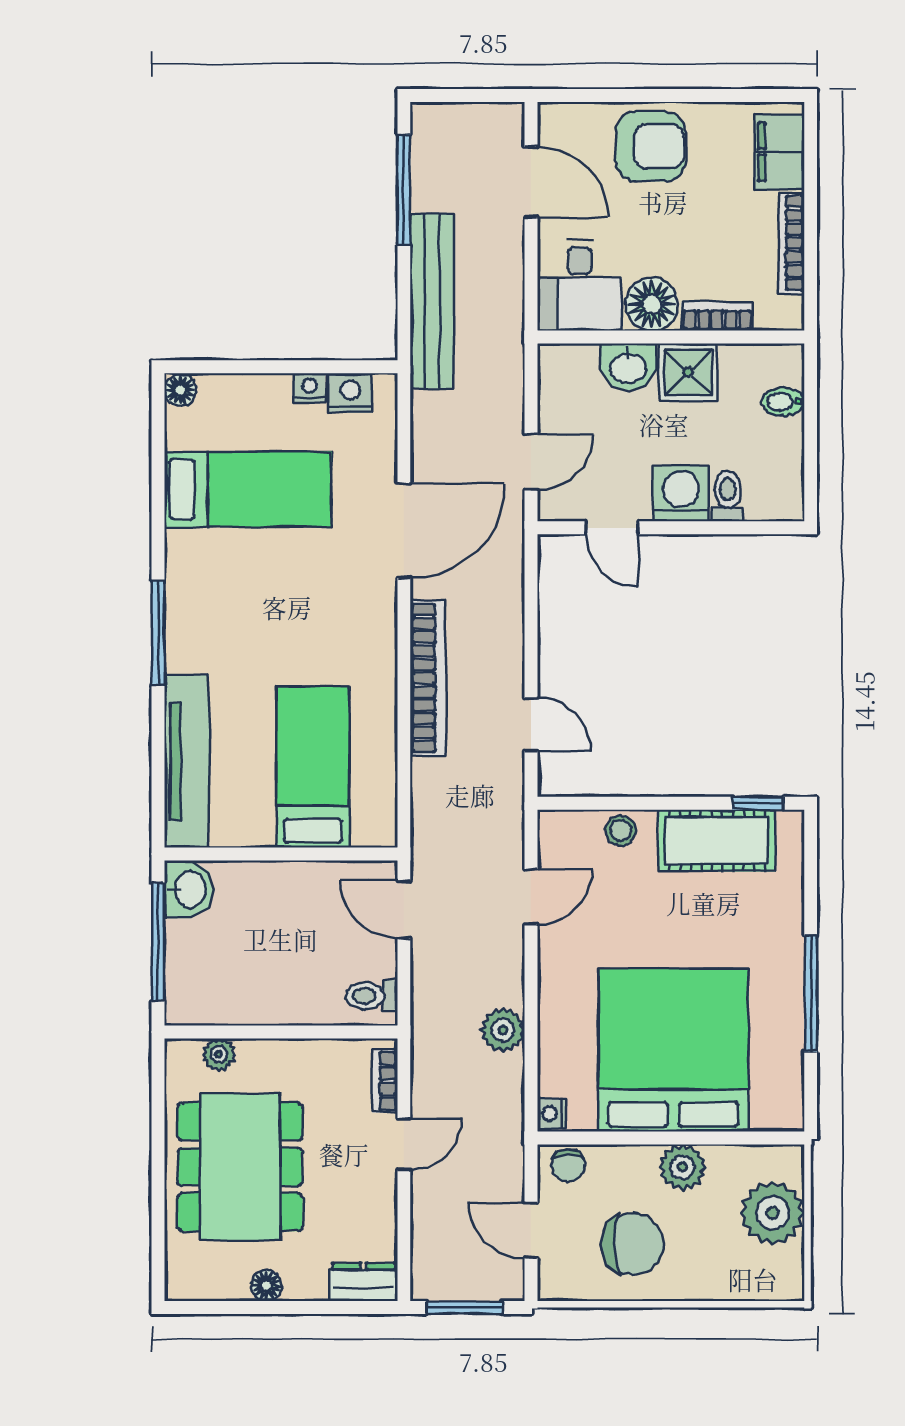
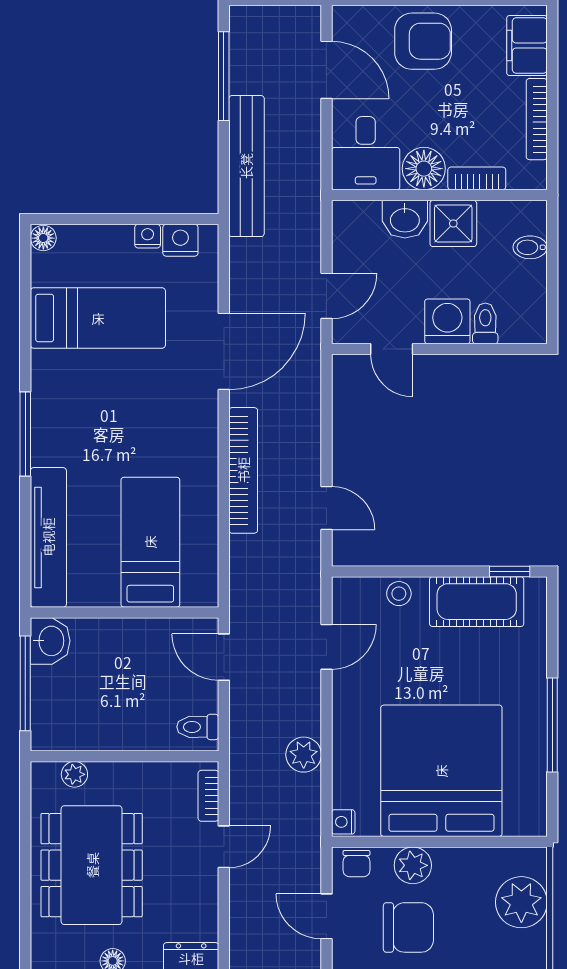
plant: (682, 1167) -> (413, 865), moved

